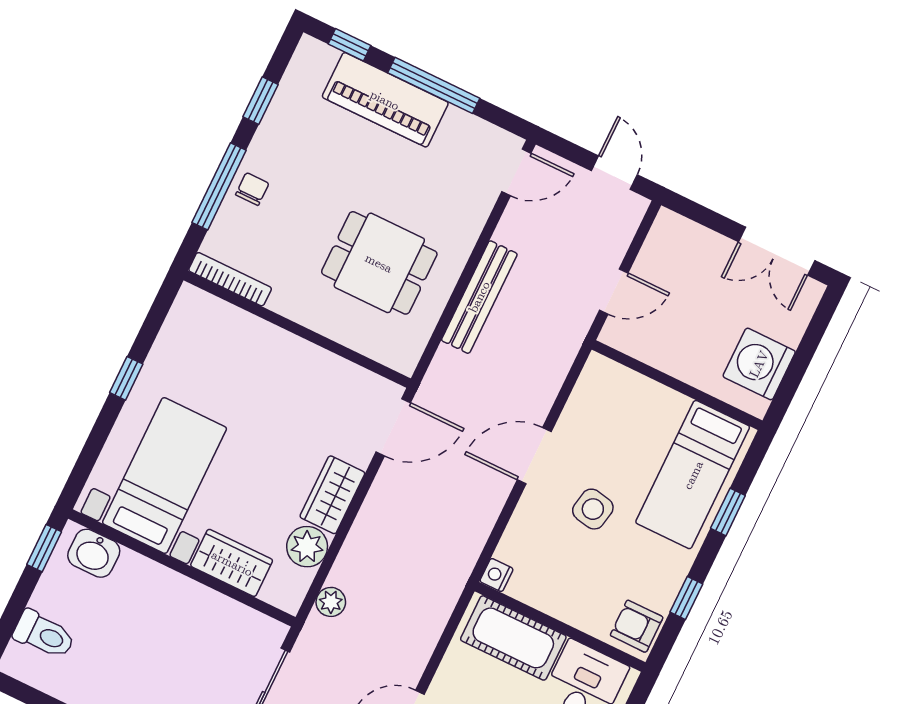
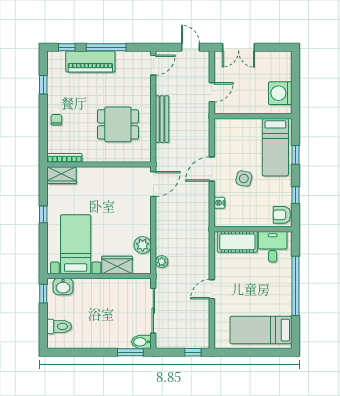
window: (219, 186) -> (43, 125), removed
double door: (777, 251) -> (238, 47), moved
wardrobe: (332, 495) -> (62, 175), moved, turned -90
nightstand: (496, 575) -> (219, 203), moved

